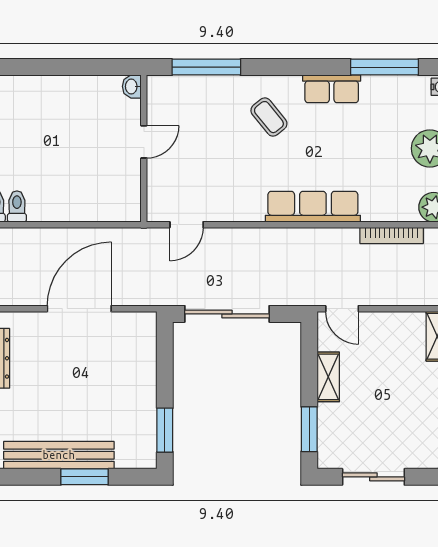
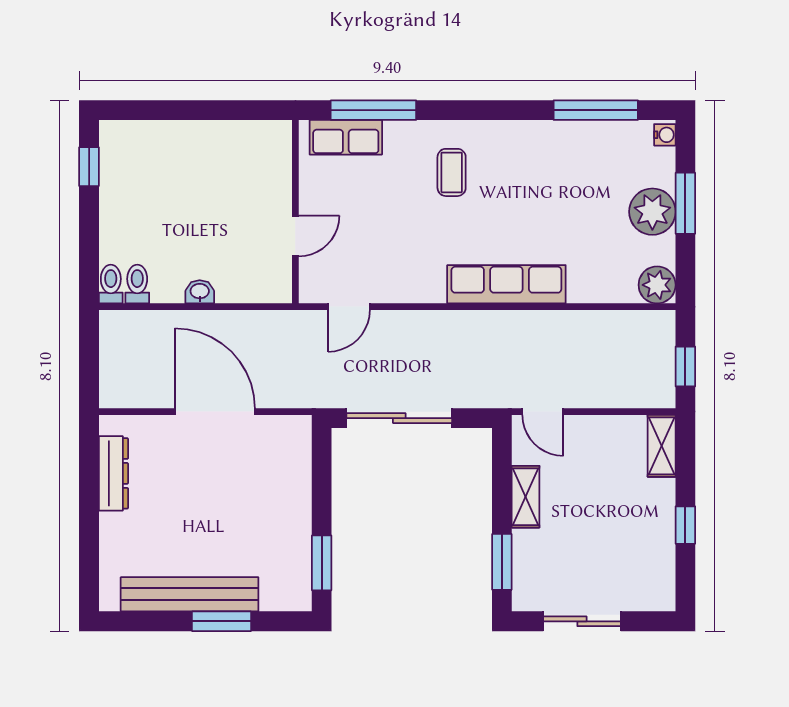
washbasin: (132, 86) -> (200, 292), moved, turned 90
row of seats: (332, 89) -> (346, 137), moved
coffee table: (269, 117) -> (452, 172), turned 39
door: (144, 142) -> (295, 236), moved
bookcase: (392, 235) -> (605, 320), removed
door: (79, 309) -> (215, 412), hinge flipped

